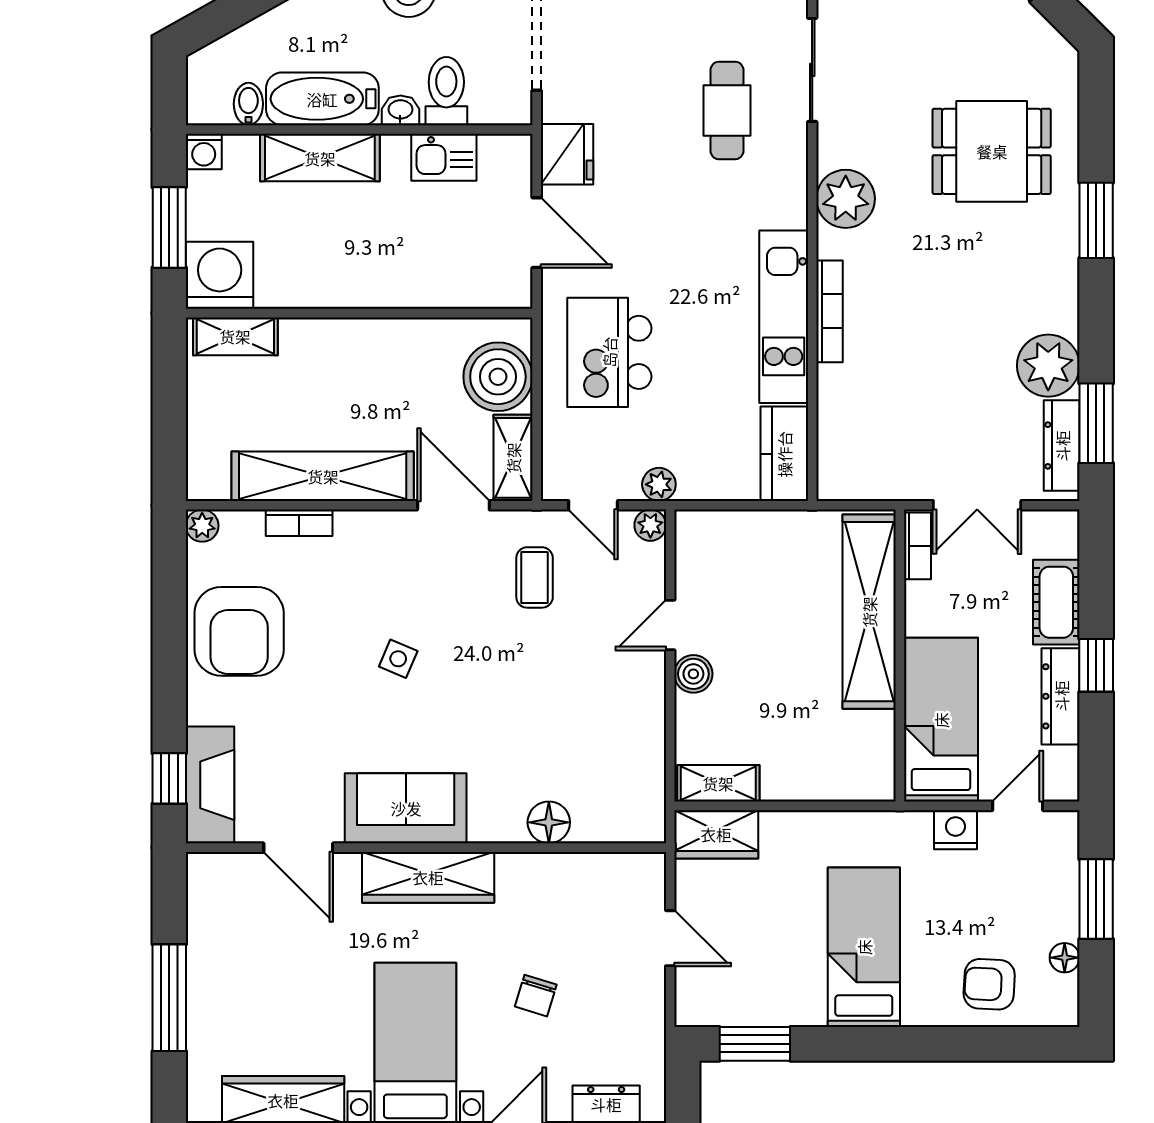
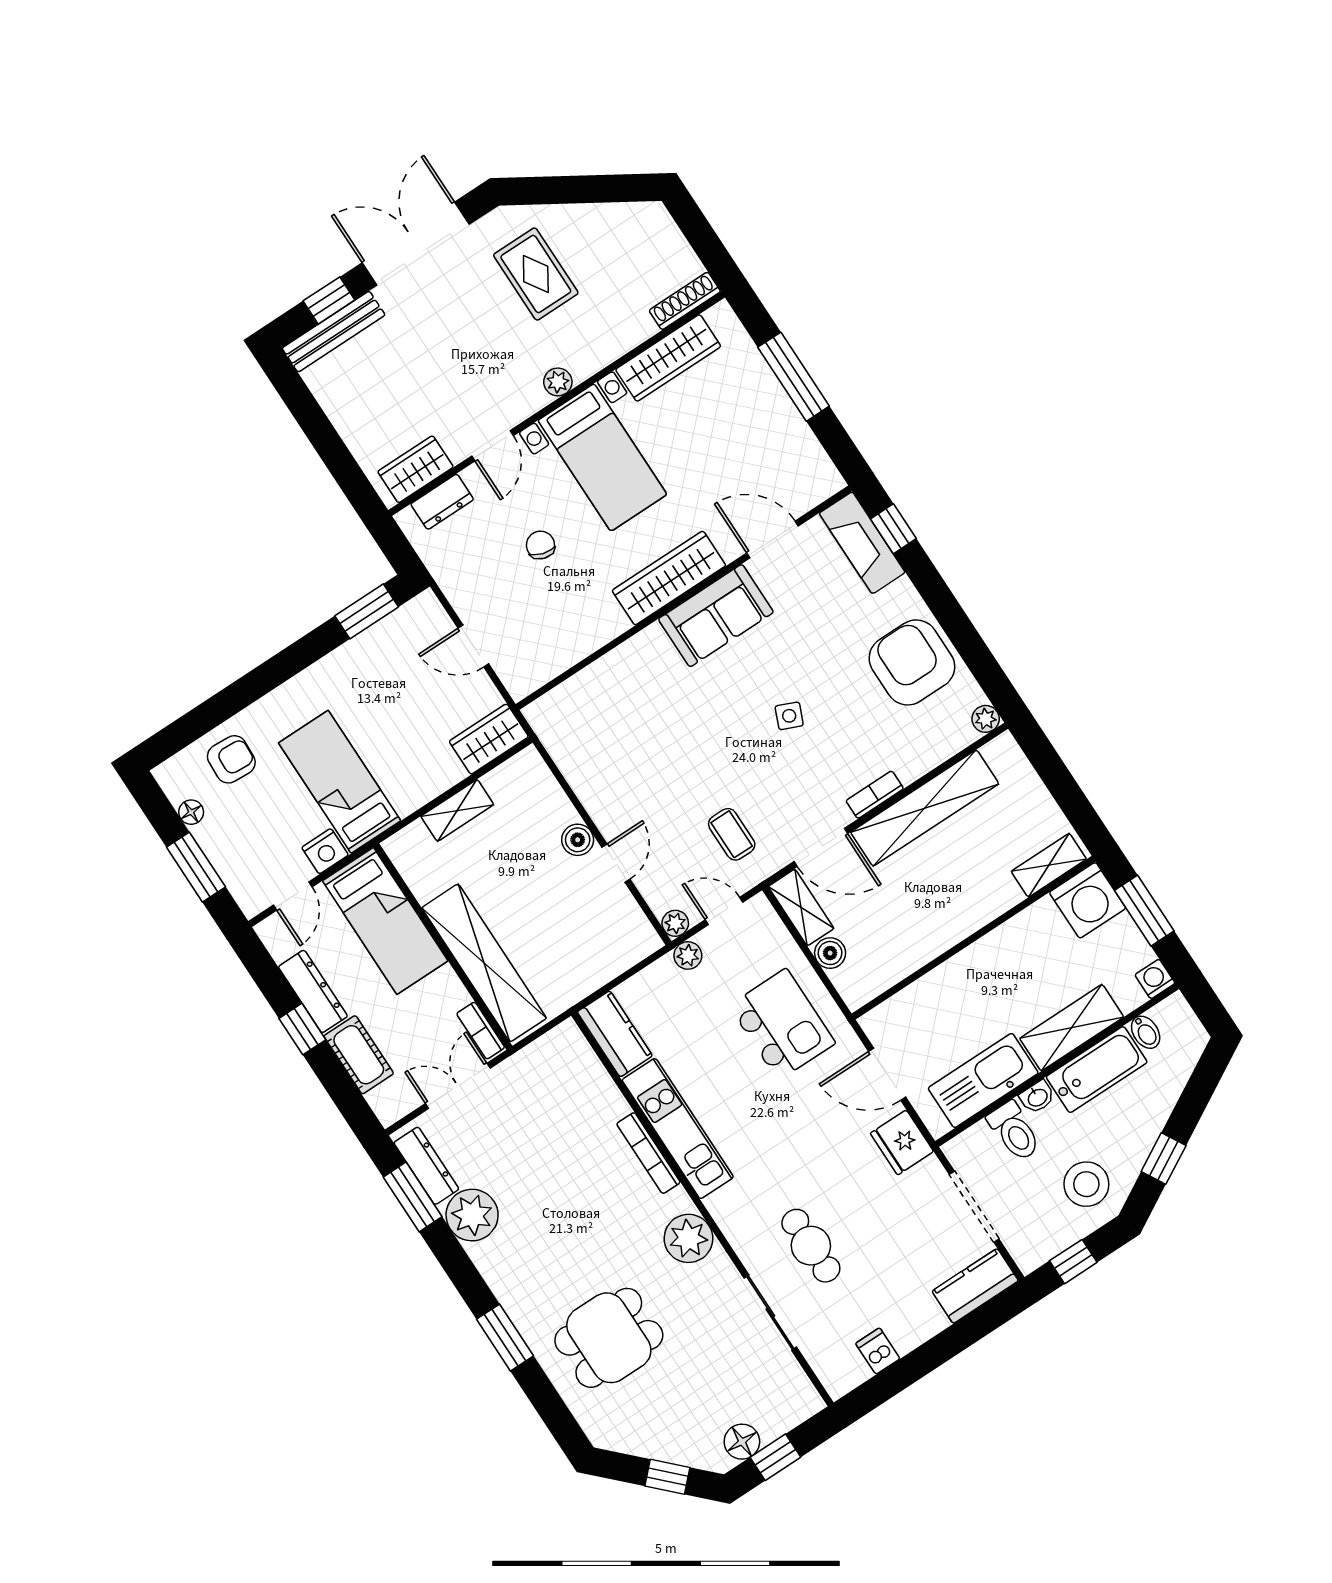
kitchen sink: (444, 157) -> (983, 1080), width x1.88, depth x1.24
boiler: (498, 377) -> (830, 953), width x0.54, depth x0.54
bookcase: (299, 523) -> (875, 795), moved
shelving: (718, 783) -> (457, 810), moved
floor lamp: (549, 822) -> (610, 671), removed
bed: (864, 947) -> (340, 782), moved, turned 180

